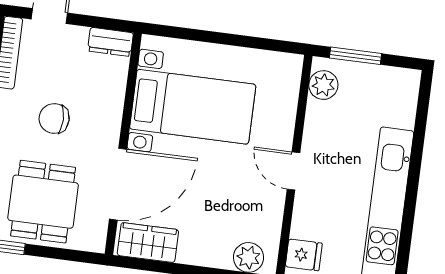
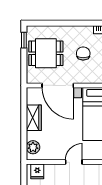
wardrobe: (148, 243) -> (34, 118), moved

